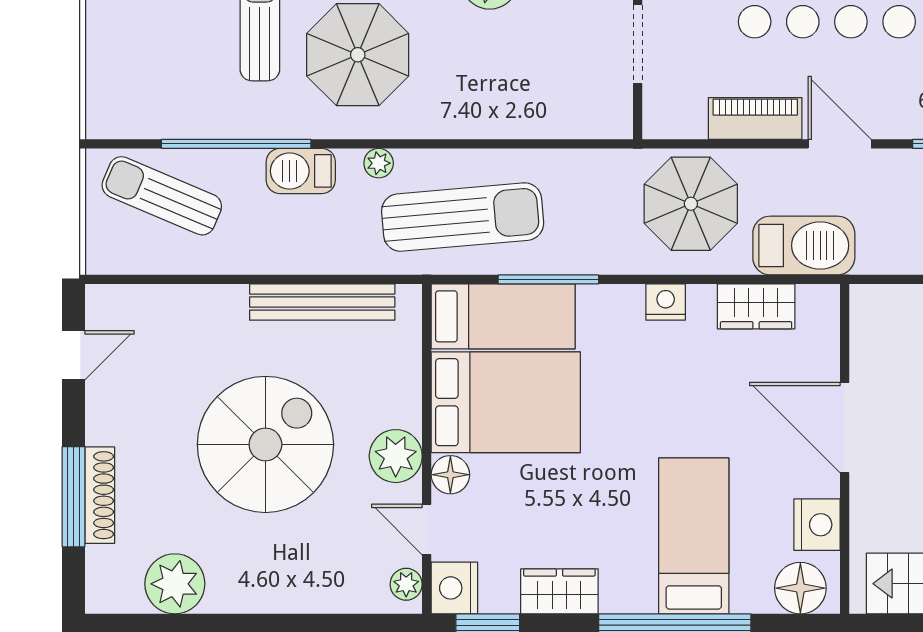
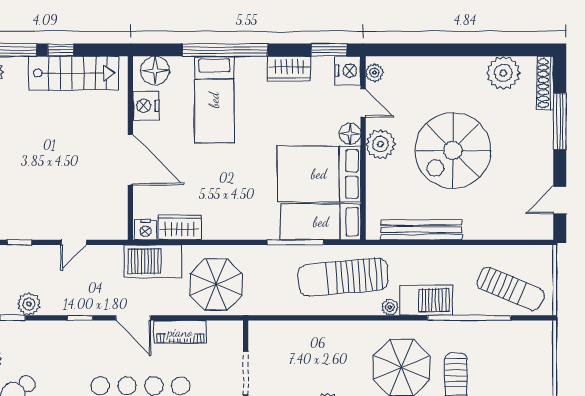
barbecue: (301, 171) -> (426, 300), width x1.37, depth x1.21
nightstand: (666, 302) -> (145, 230), moved
shoe rack: (100, 495) -> (545, 83), moved

